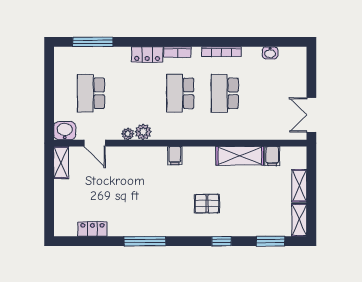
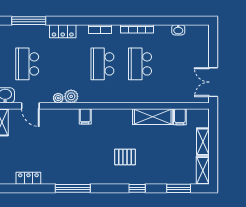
locker: (147, 55) -> (63, 31), moved
filing cabinet: (175, 155) -> (85, 116), moved

